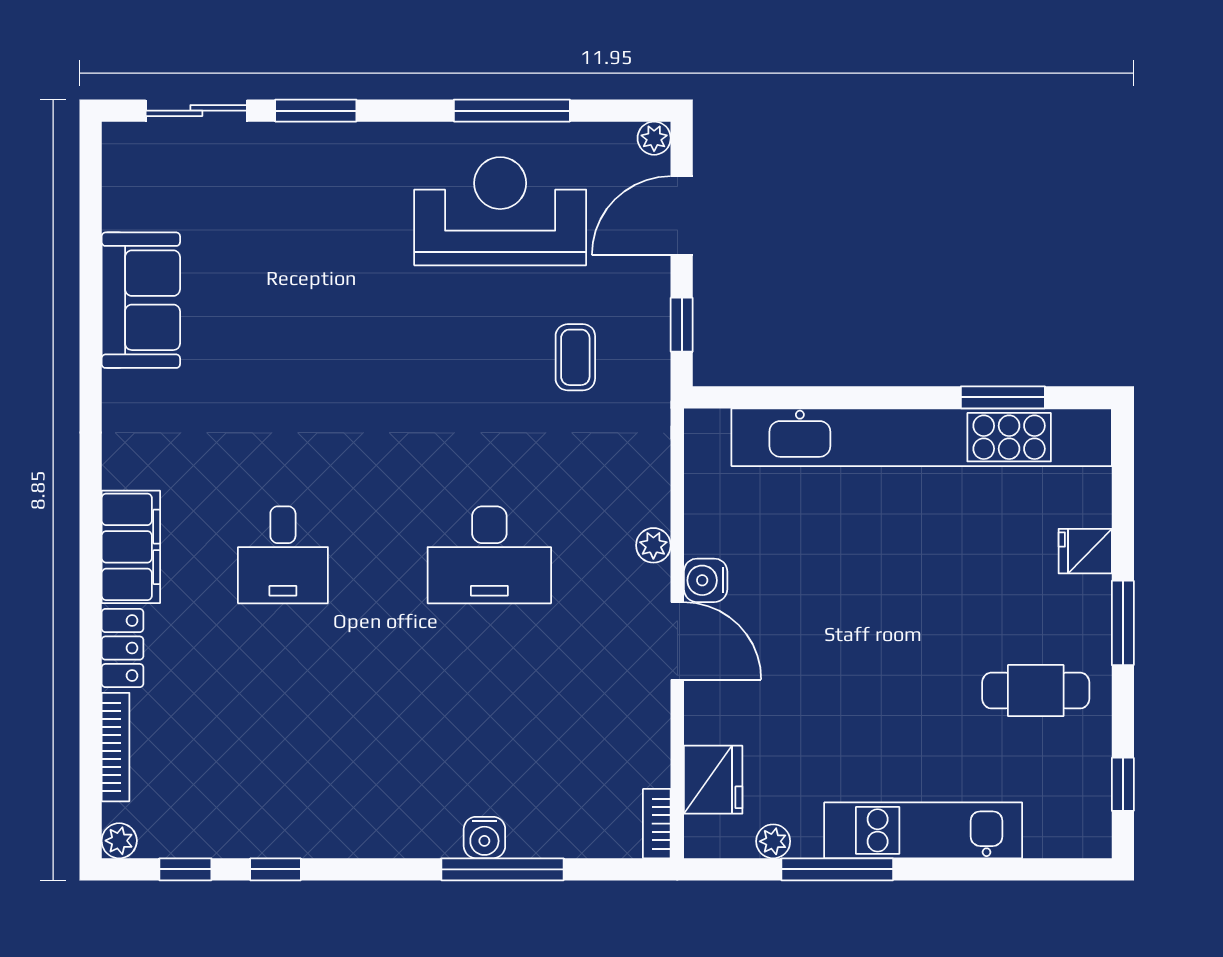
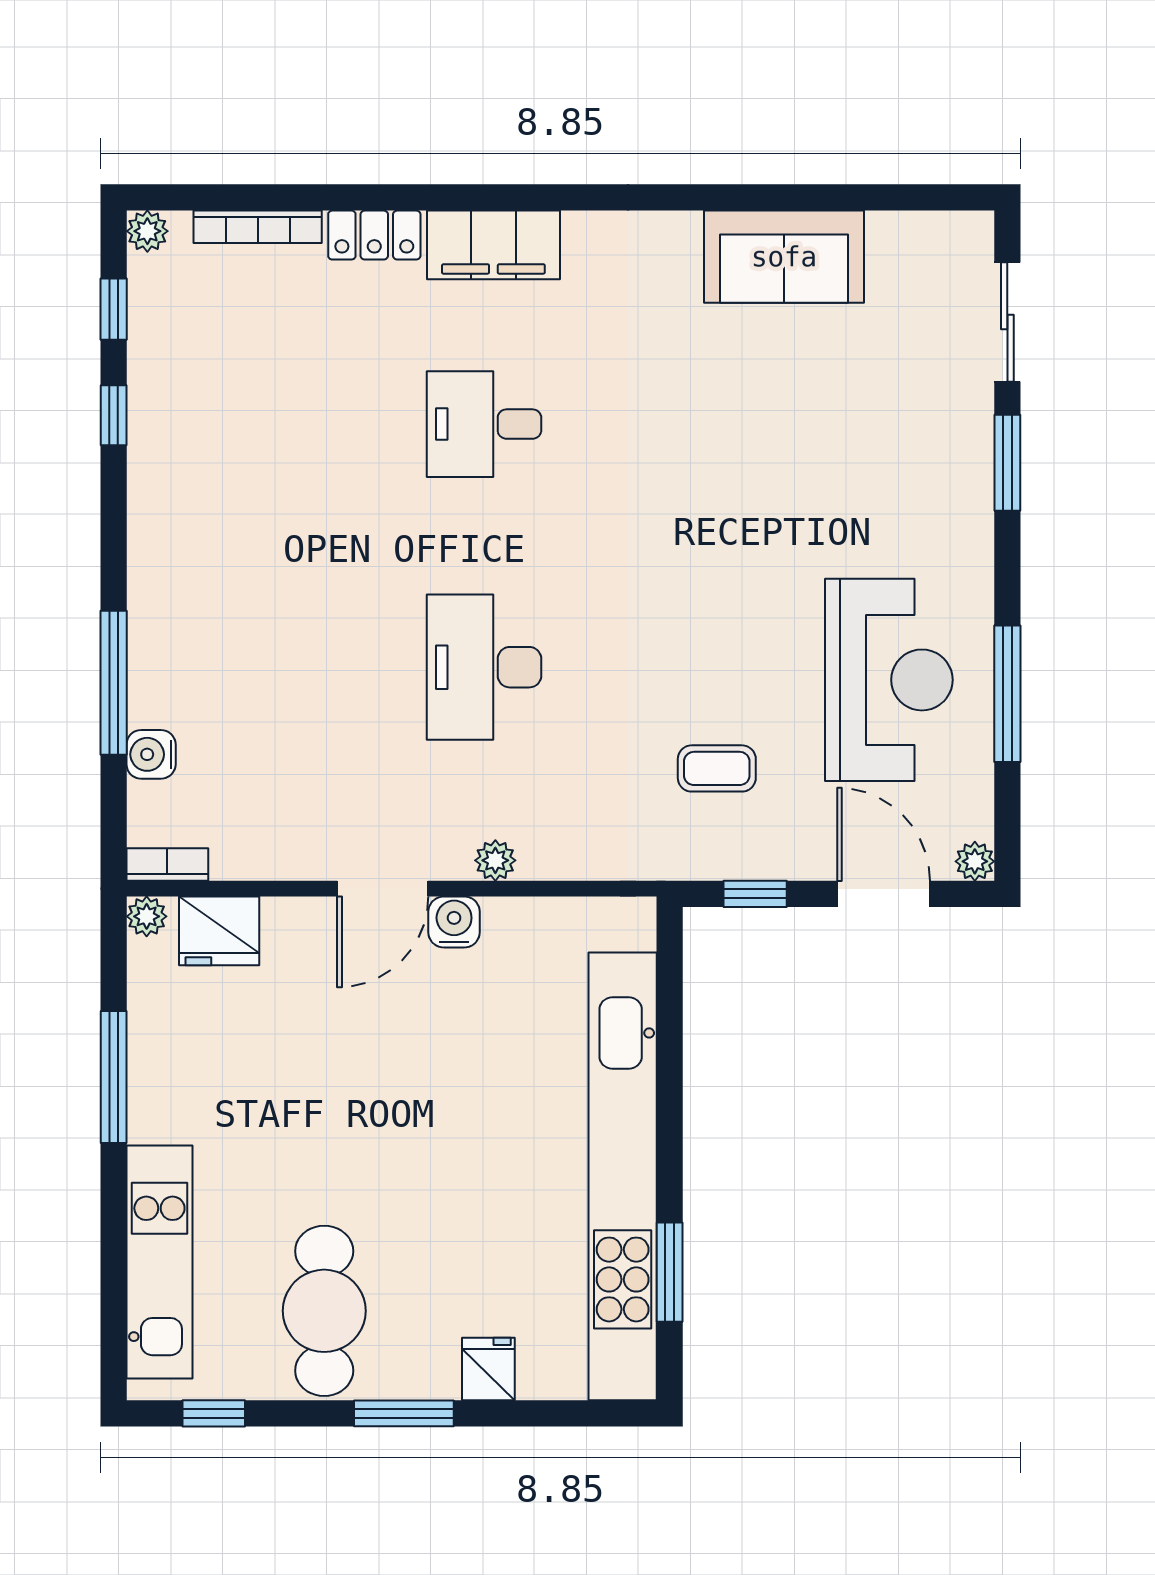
cafe table: (1036, 691) -> (324, 1311), width x1.37, depth x1.35
kitchen unit: (923, 830) -> (159, 1262), moved
water cooler: (484, 838) -> (151, 754), moved
plant: (773, 841) -> (147, 916), moved

